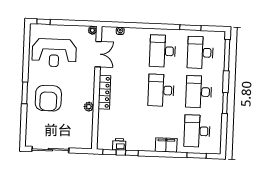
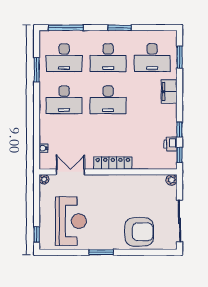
window: (25, 93) -> (101, 252), moved
armchair: (48, 98) -> (139, 232), moved
plant: (89, 107) -> (172, 180), moved

